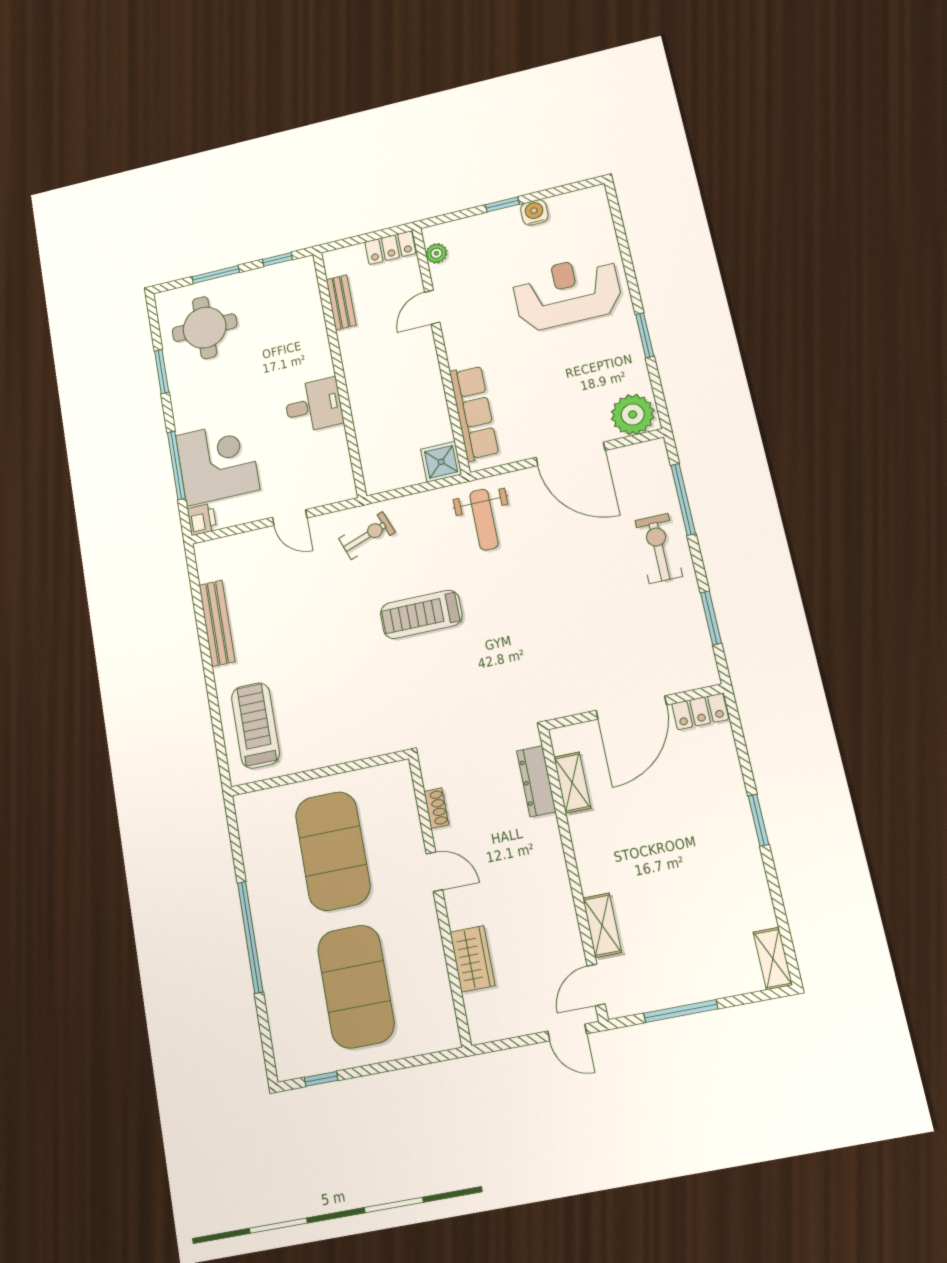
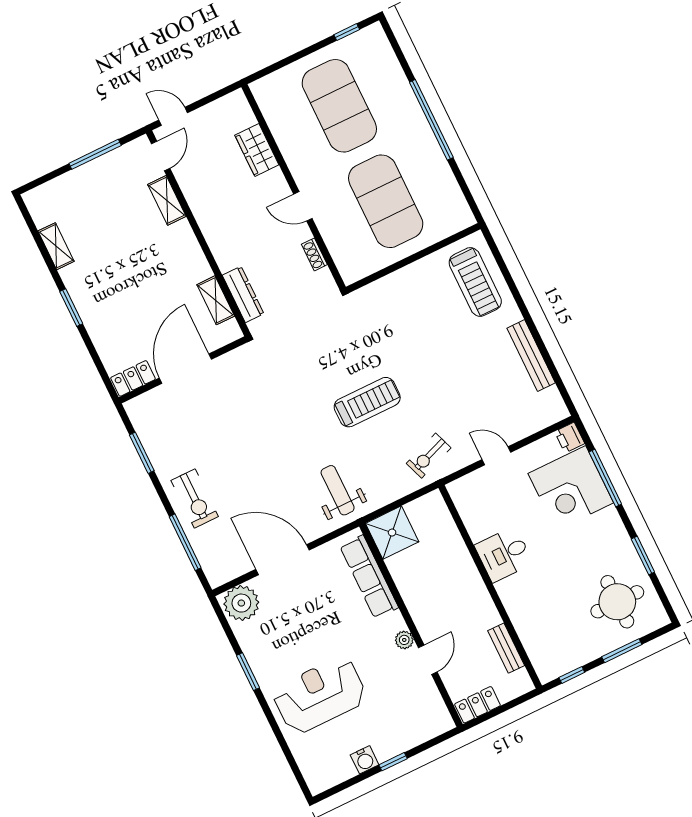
plant: (436, 253) -> (404, 640), moved
reception desk: (567, 293) -> (320, 695), turned 180
shower: (441, 462) -> (392, 533), width x1.36, depth x1.36
shelving: (773, 958) -> (56, 246), moved

